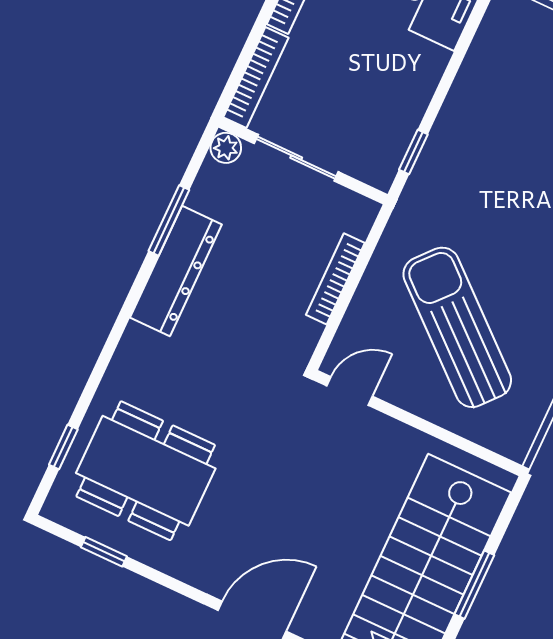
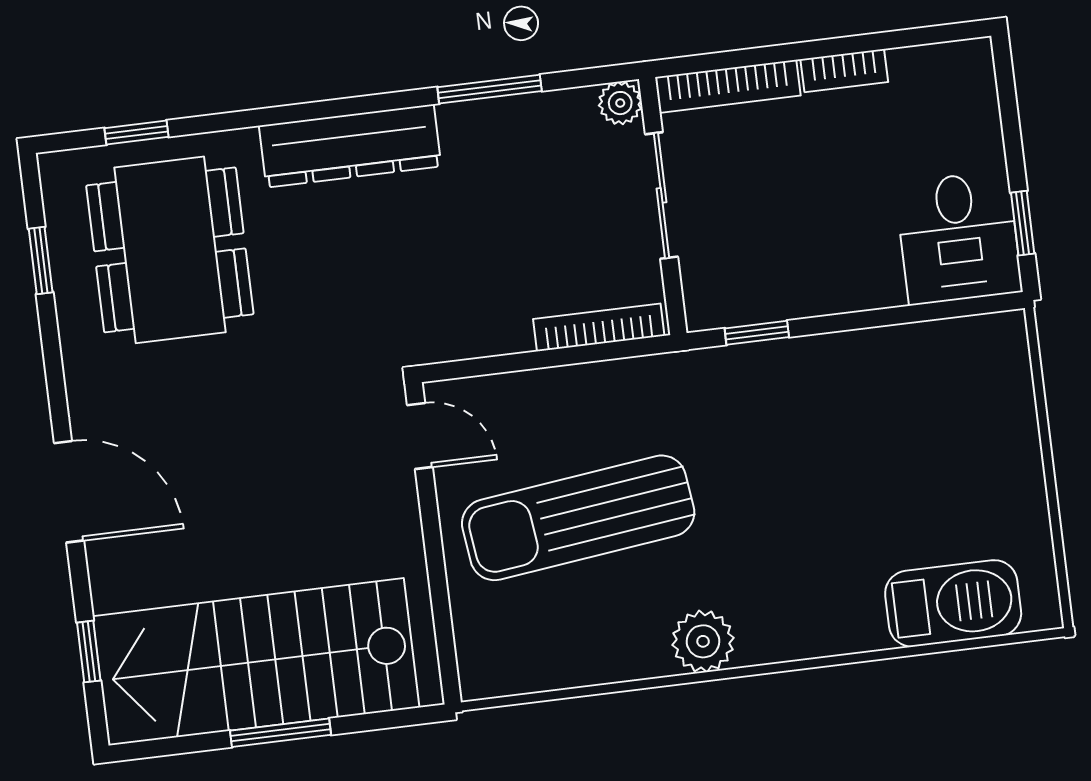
dresser: (176, 271) -> (350, 146), moved
bookcase: (335, 279) -> (599, 327), moved
sun lounger: (457, 327) -> (578, 518), turned -138

